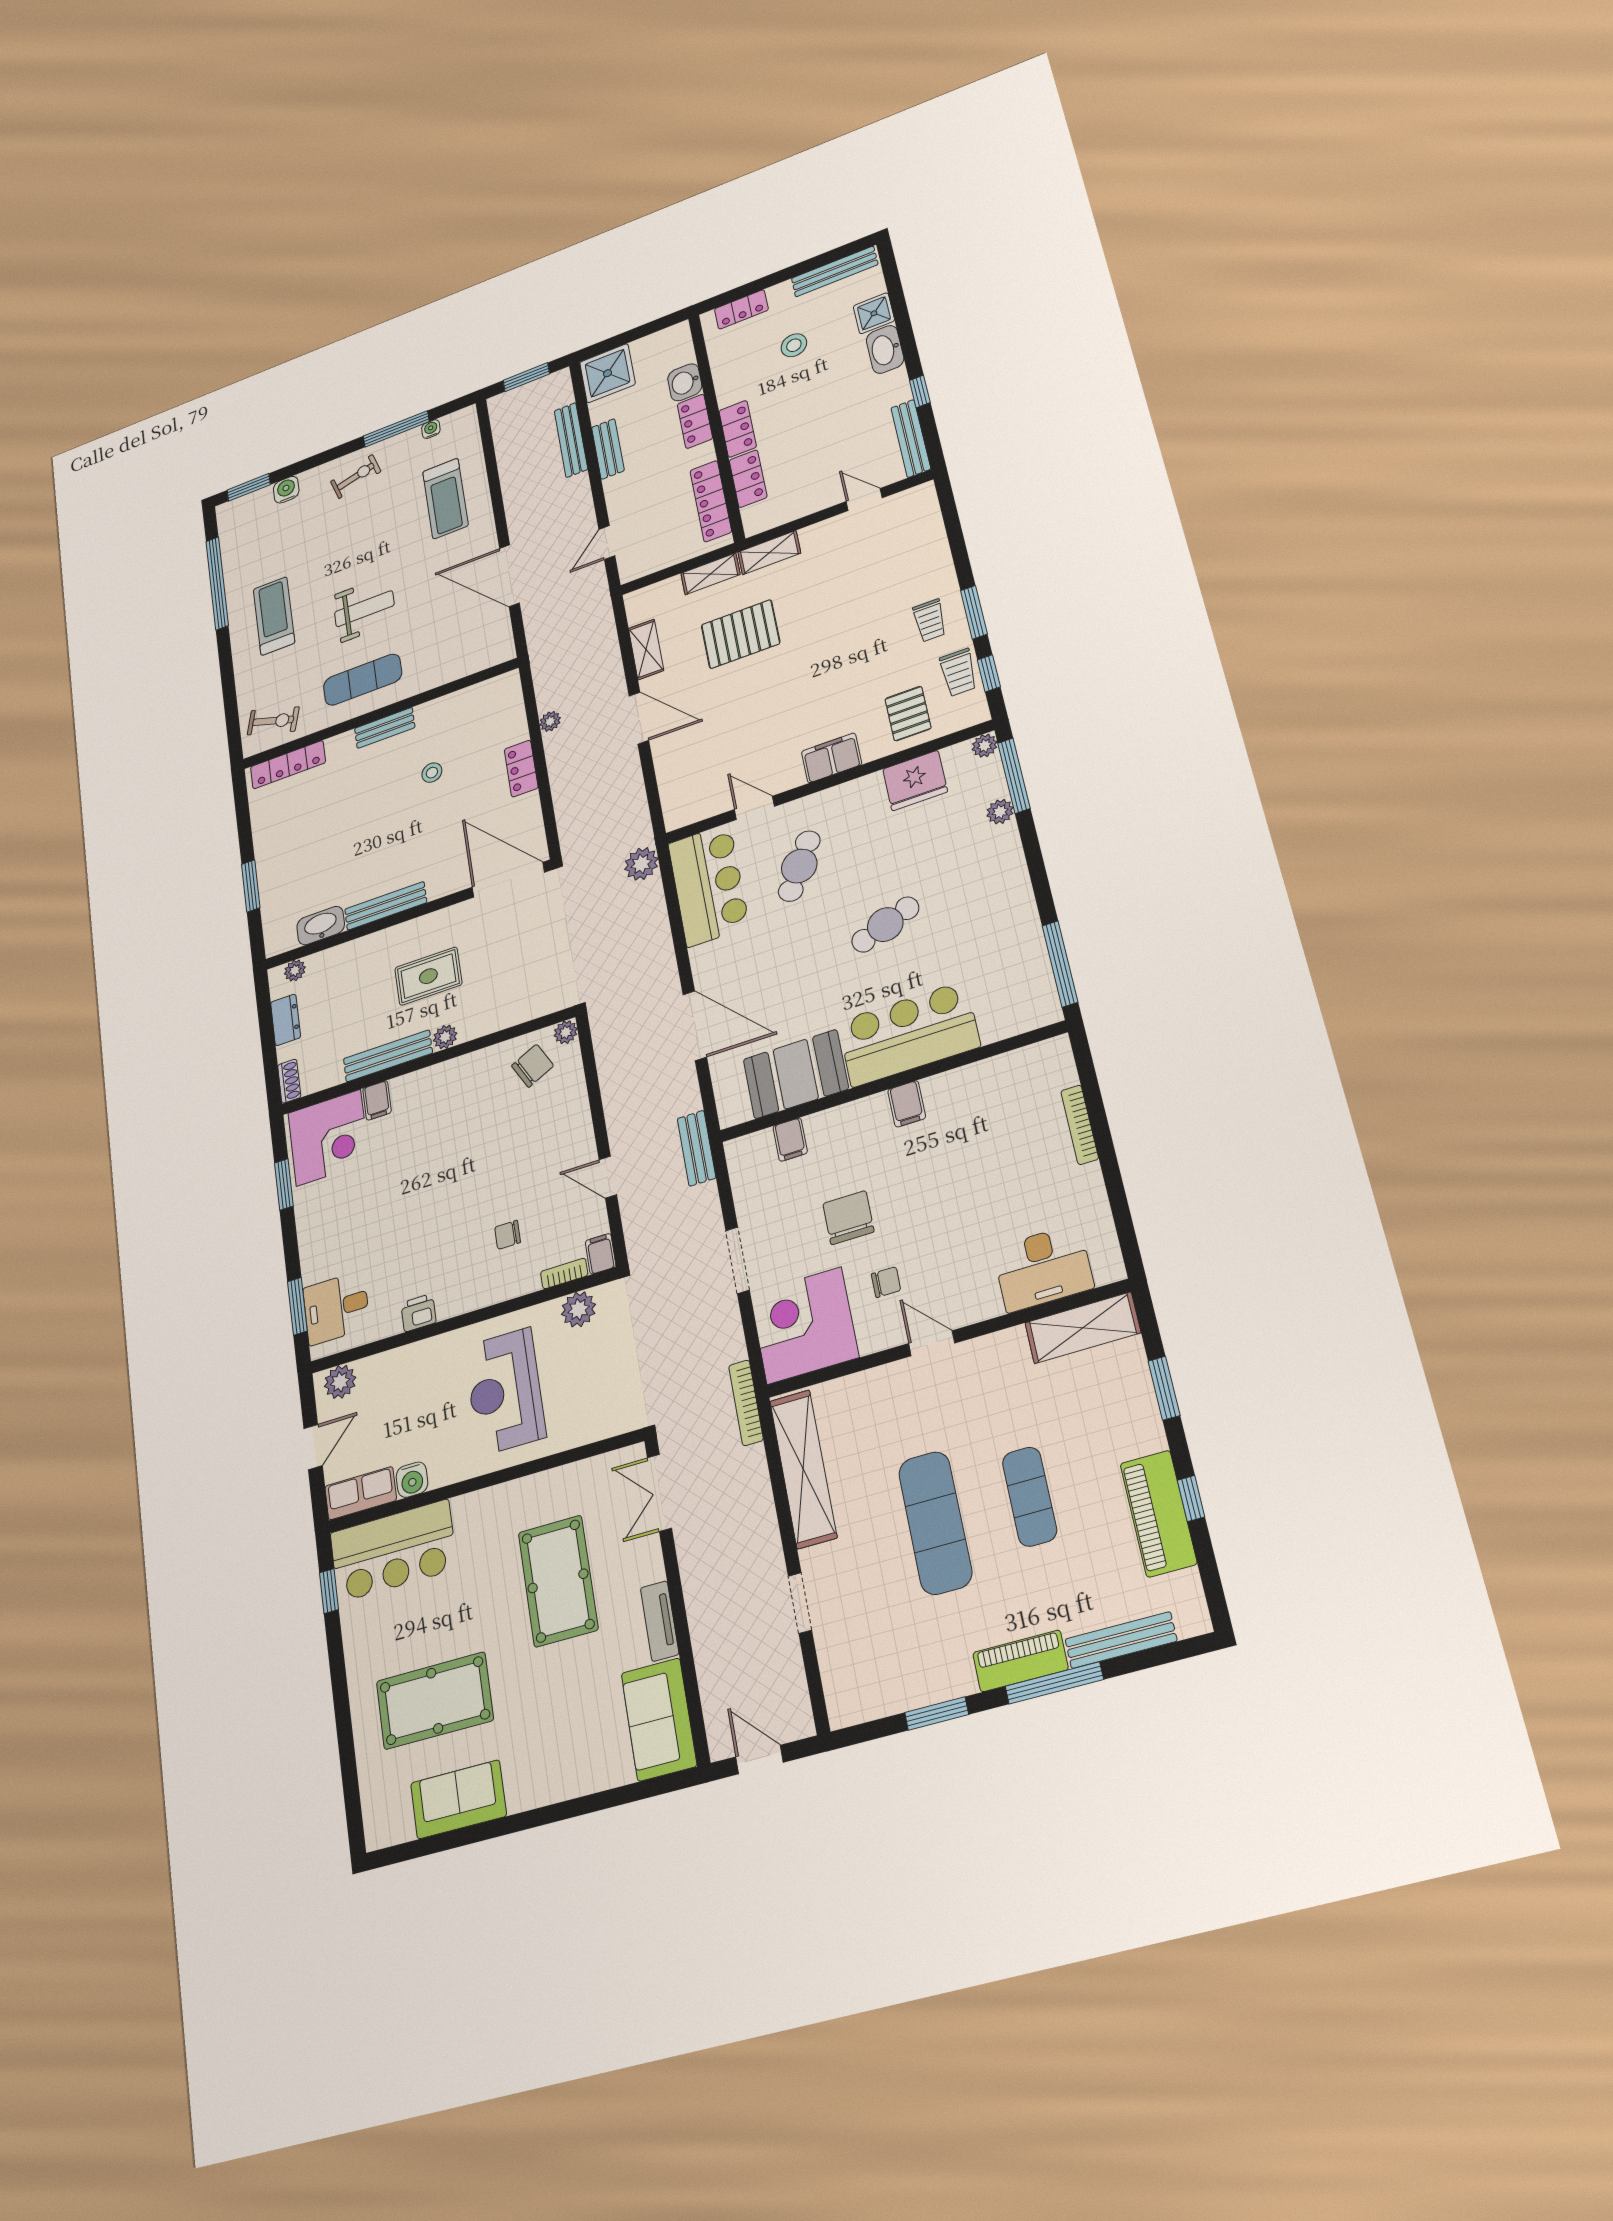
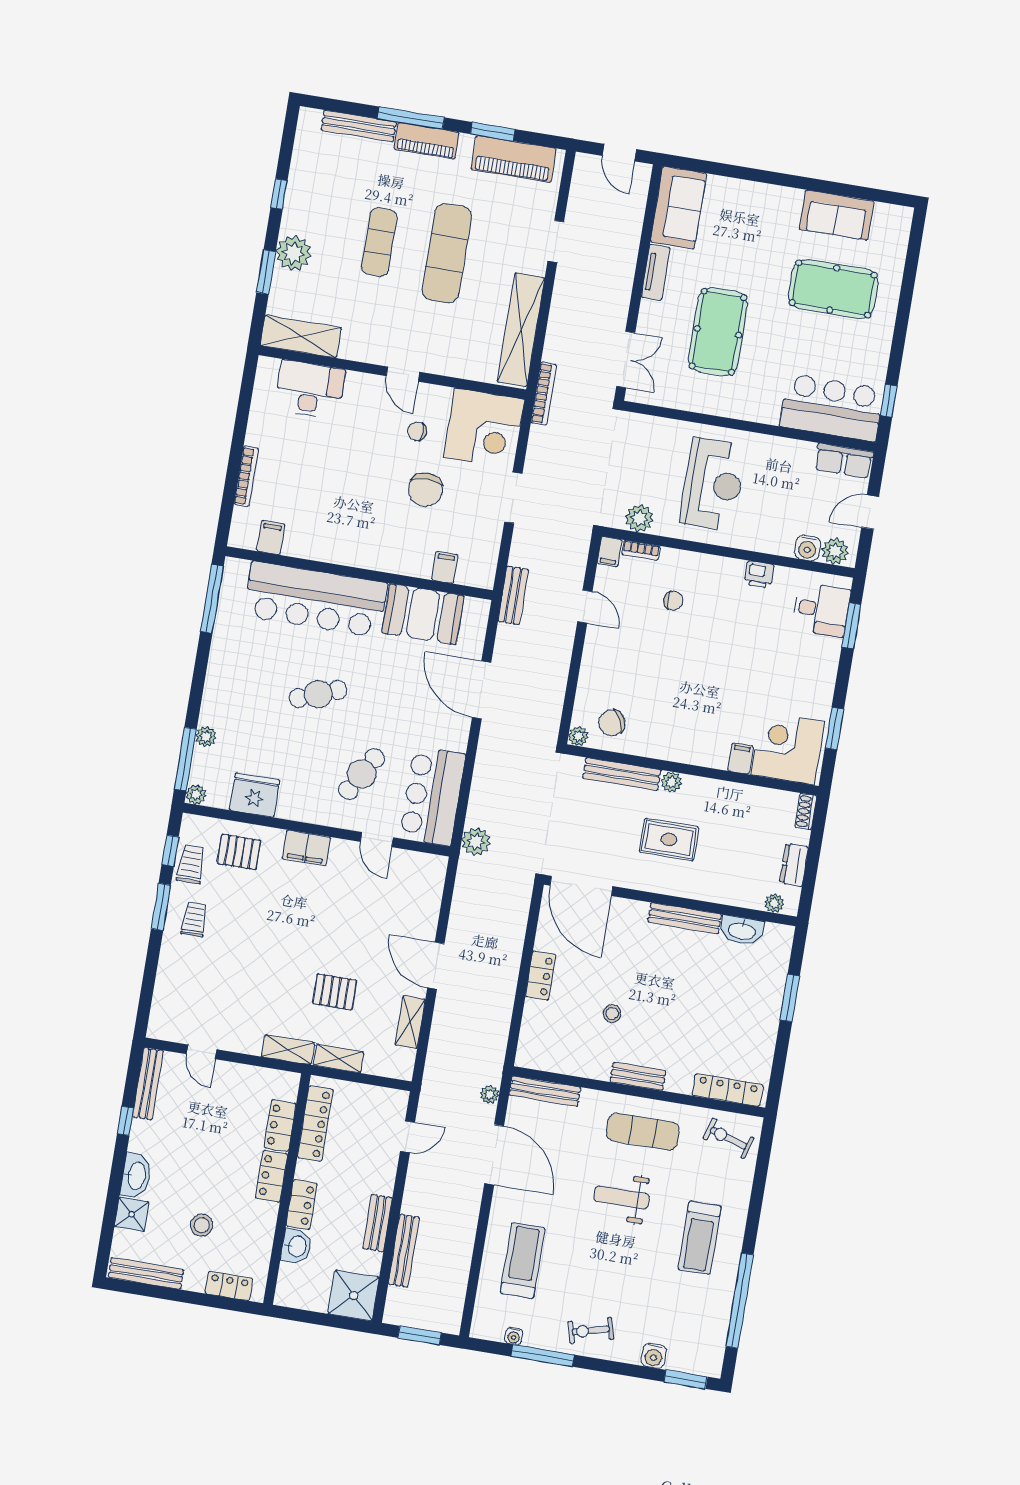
pallet: (741, 634) -> (335, 992), width x0.67, depth x0.71
bench: (477, 662) -> (545, 1091), added
pallet: (908, 714) -> (239, 852), turned 90
plant: (550, 721) -> (490, 1094), moved
bar counter: (909, 1034) -> (316, 599), width x1.36
bench: (388, 1056) -> (622, 774), moved
filing cabinet: (907, 1104) -> (271, 538), moved
plant: (1138, 1429) -> (293, 253), added
water cooler: (412, 1480) -> (808, 548), moved, turned 180
piano: (1158, 1514) -> (514, 159), moved, turned 90

